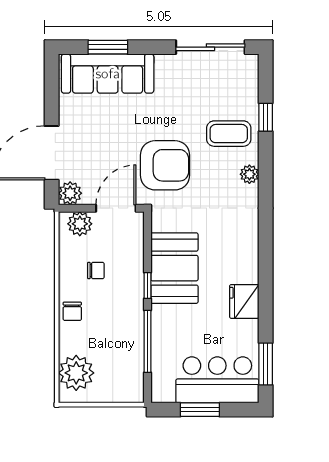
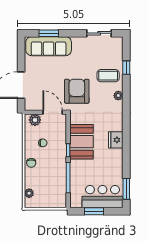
sliding door: (210, 47) -> (99, 33), width x0.73
armchair: (165, 165) -> (77, 91), turned -90
plant: (70, 193) -> (30, 105), removed
door: (116, 208) -> (53, 112), hinge flipped
fridge: (244, 301) -> (116, 140), moved
plant: (76, 373) -> (29, 193), width x0.53, depth x0.53

